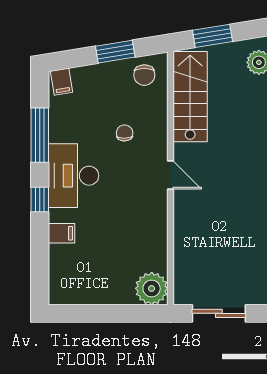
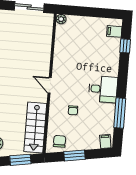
desk: (73, 176) -> (103, 89), width x0.73
window: (40, 200) -> (125, 46), moved
filing cabinet: (61, 233) -> (114, 31), moved
plant: (152, 288) -> (61, 19), width x0.53, depth x0.53

